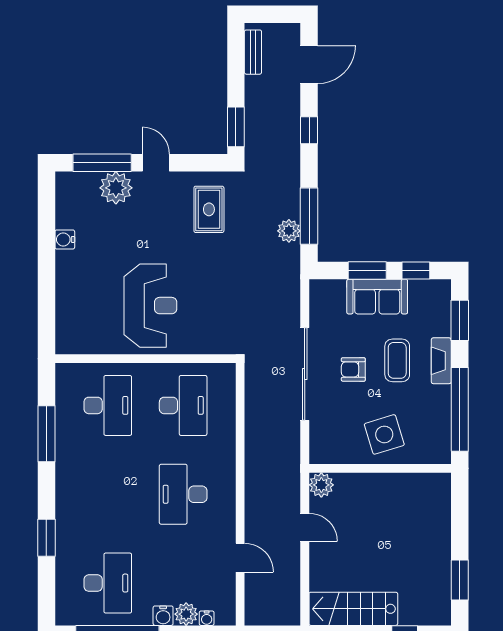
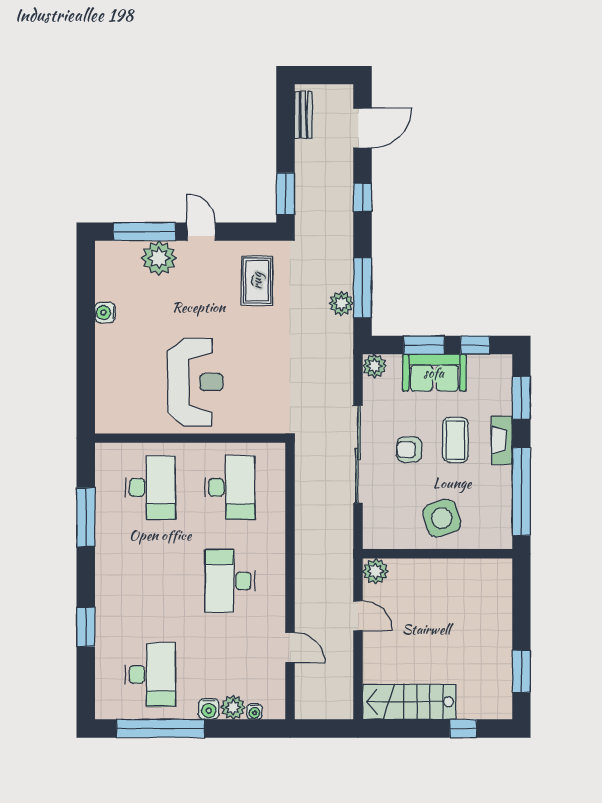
plant: (320, 290) -> (374, 366), added

